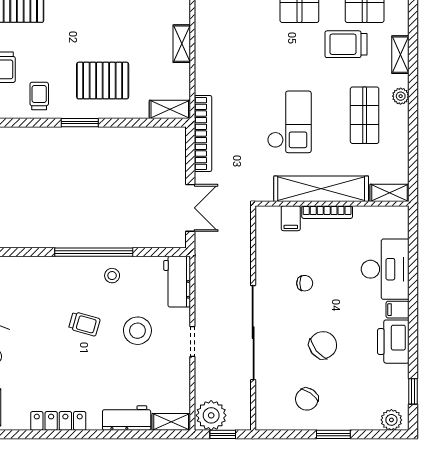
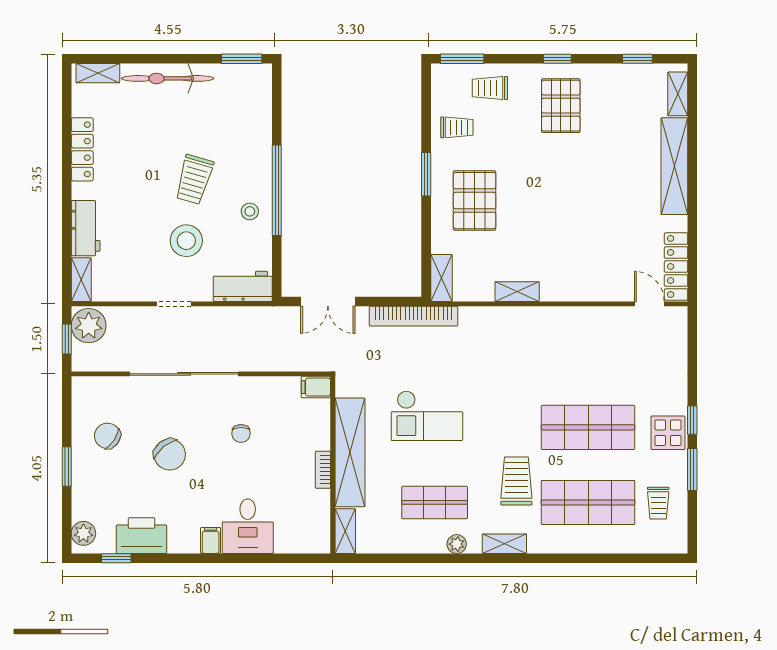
bookcase: (327, 212) -> (323, 470), width x0.64
filing cabinet: (291, 218) -> (316, 387), moved
desk: (385, 269) -> (248, 526), width x0.73
trolley: (84, 324) -> (194, 180), width x1.36, depth x1.39
printer: (393, 342) -> (141, 536), moved

